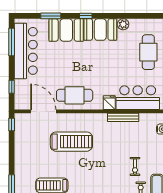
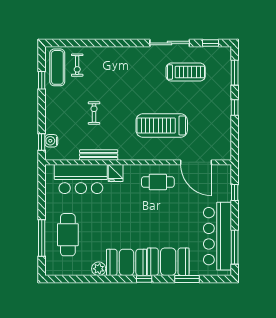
cafe table: (75, 95) -> (158, 182), width x0.73, depth x0.74
window: (12, 124) -> (235, 108), moved
exercise bike: (135, 167) -> (94, 113), moved

